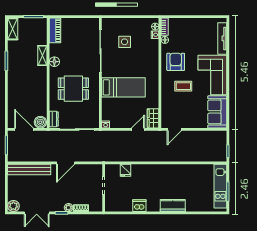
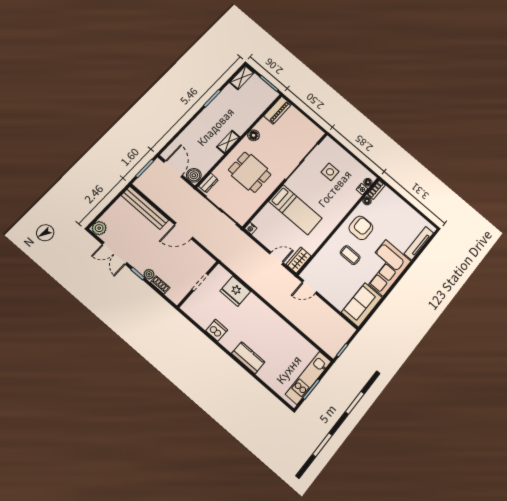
shelving: (42, 55) -> (228, 142), moved
fridge: (125, 170) -> (235, 291), width x1.88, depth x1.34

